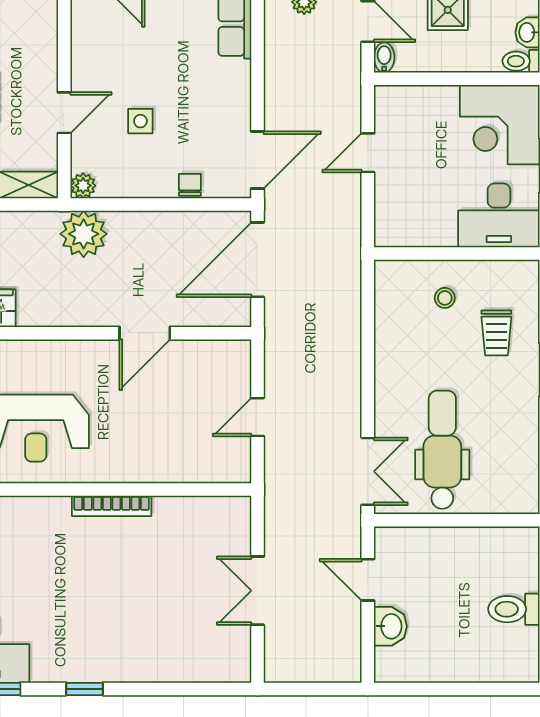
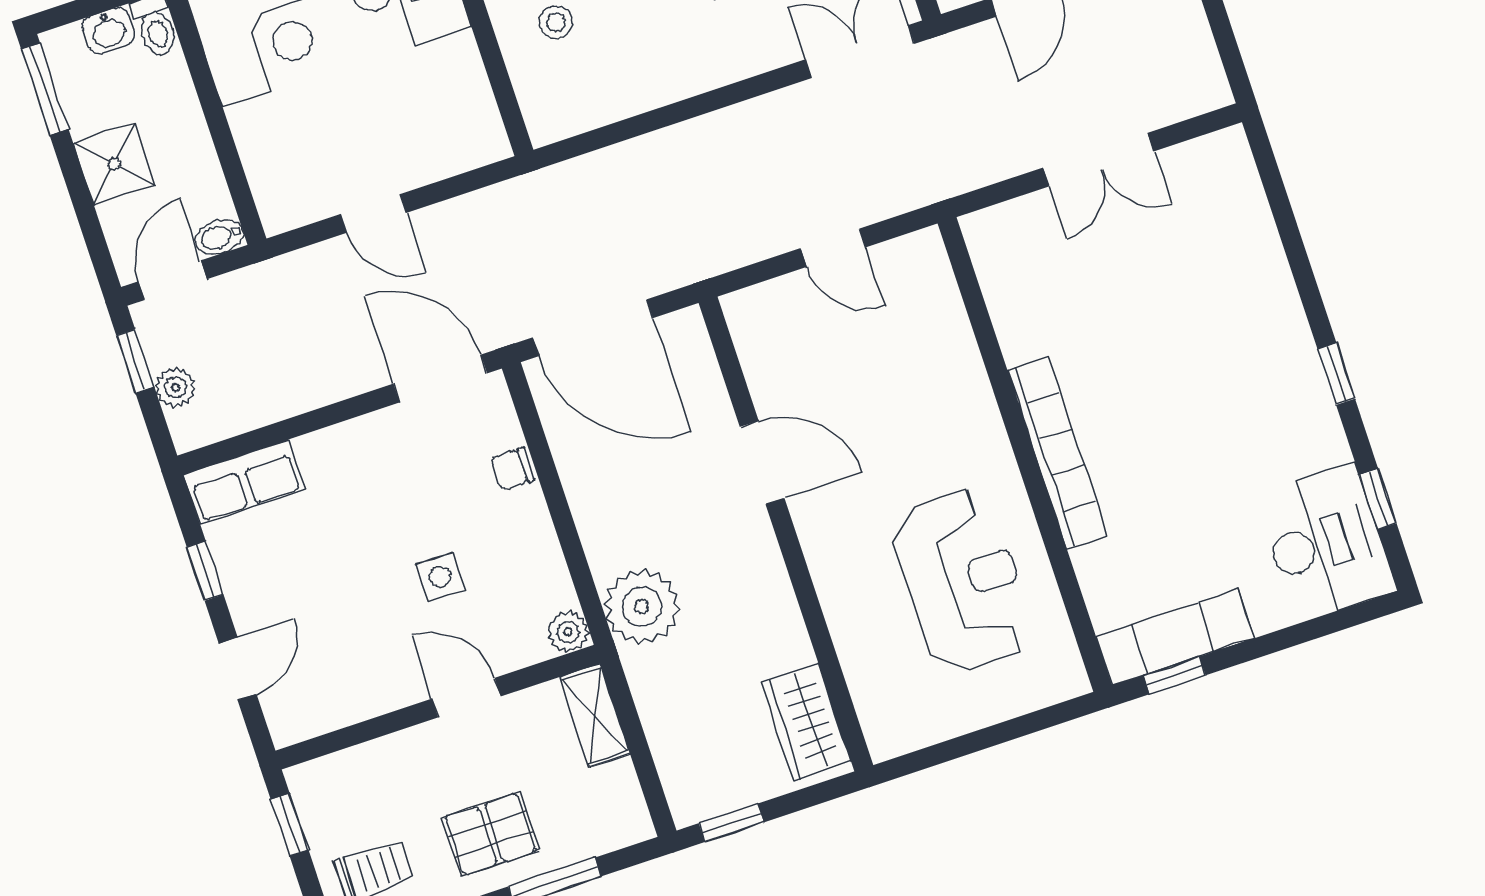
bookcase: (112, 506) -> (1057, 453), width x1.48, depth x1.31

